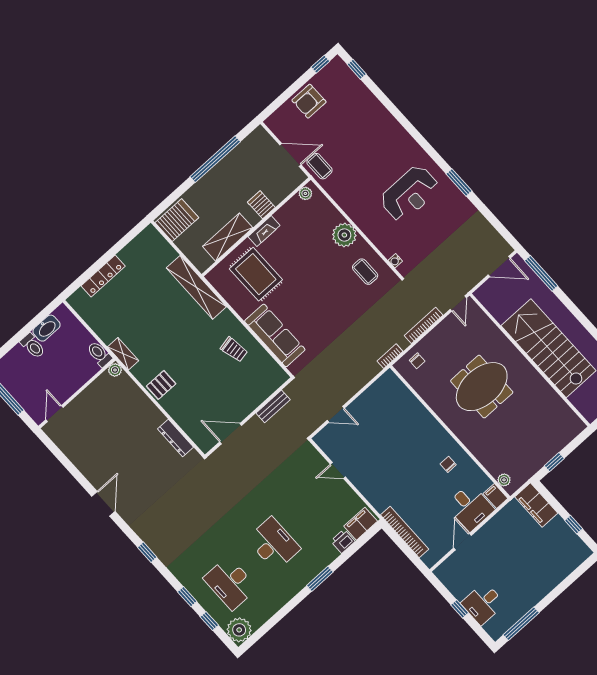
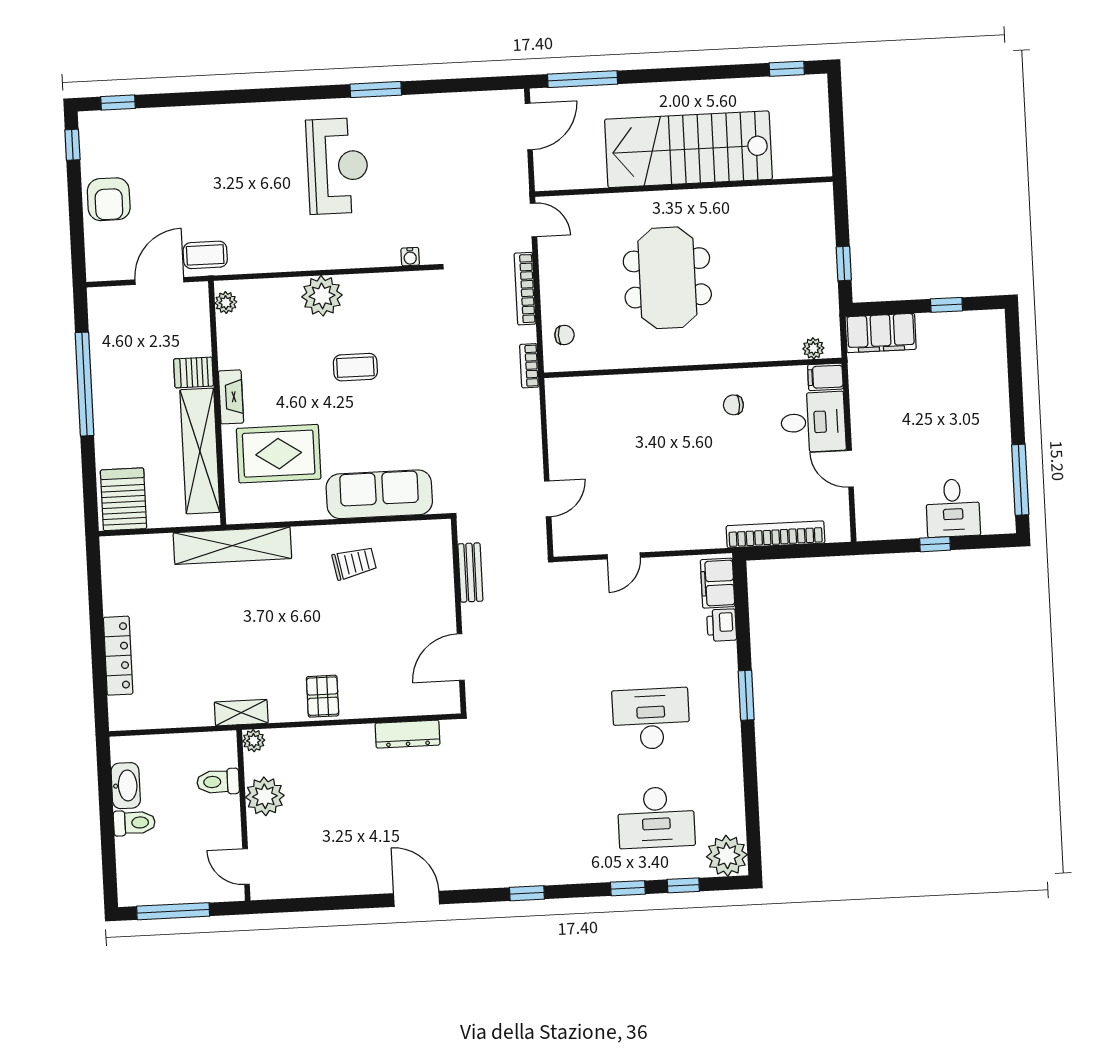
shelving: (228, 237) -> (200, 451), width x1.47
coffee table: (365, 272) -> (355, 367), moved
toilet: (99, 354) -> (218, 782), moved
plant: (94, 396) -> (265, 796), added

